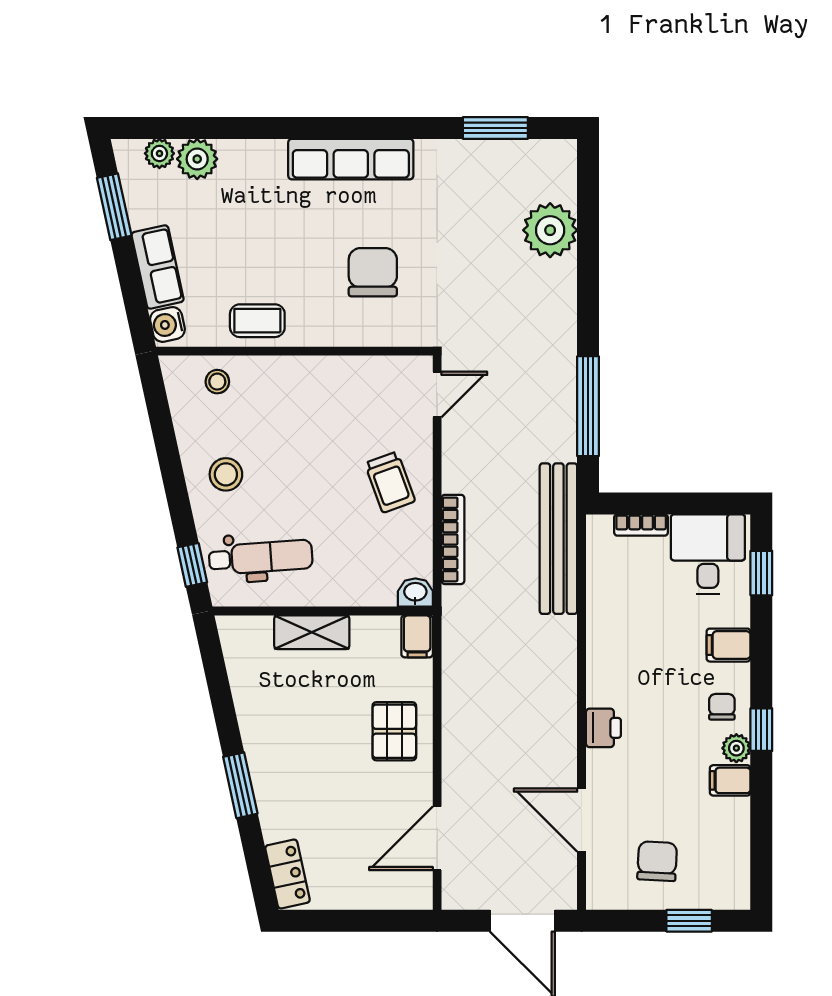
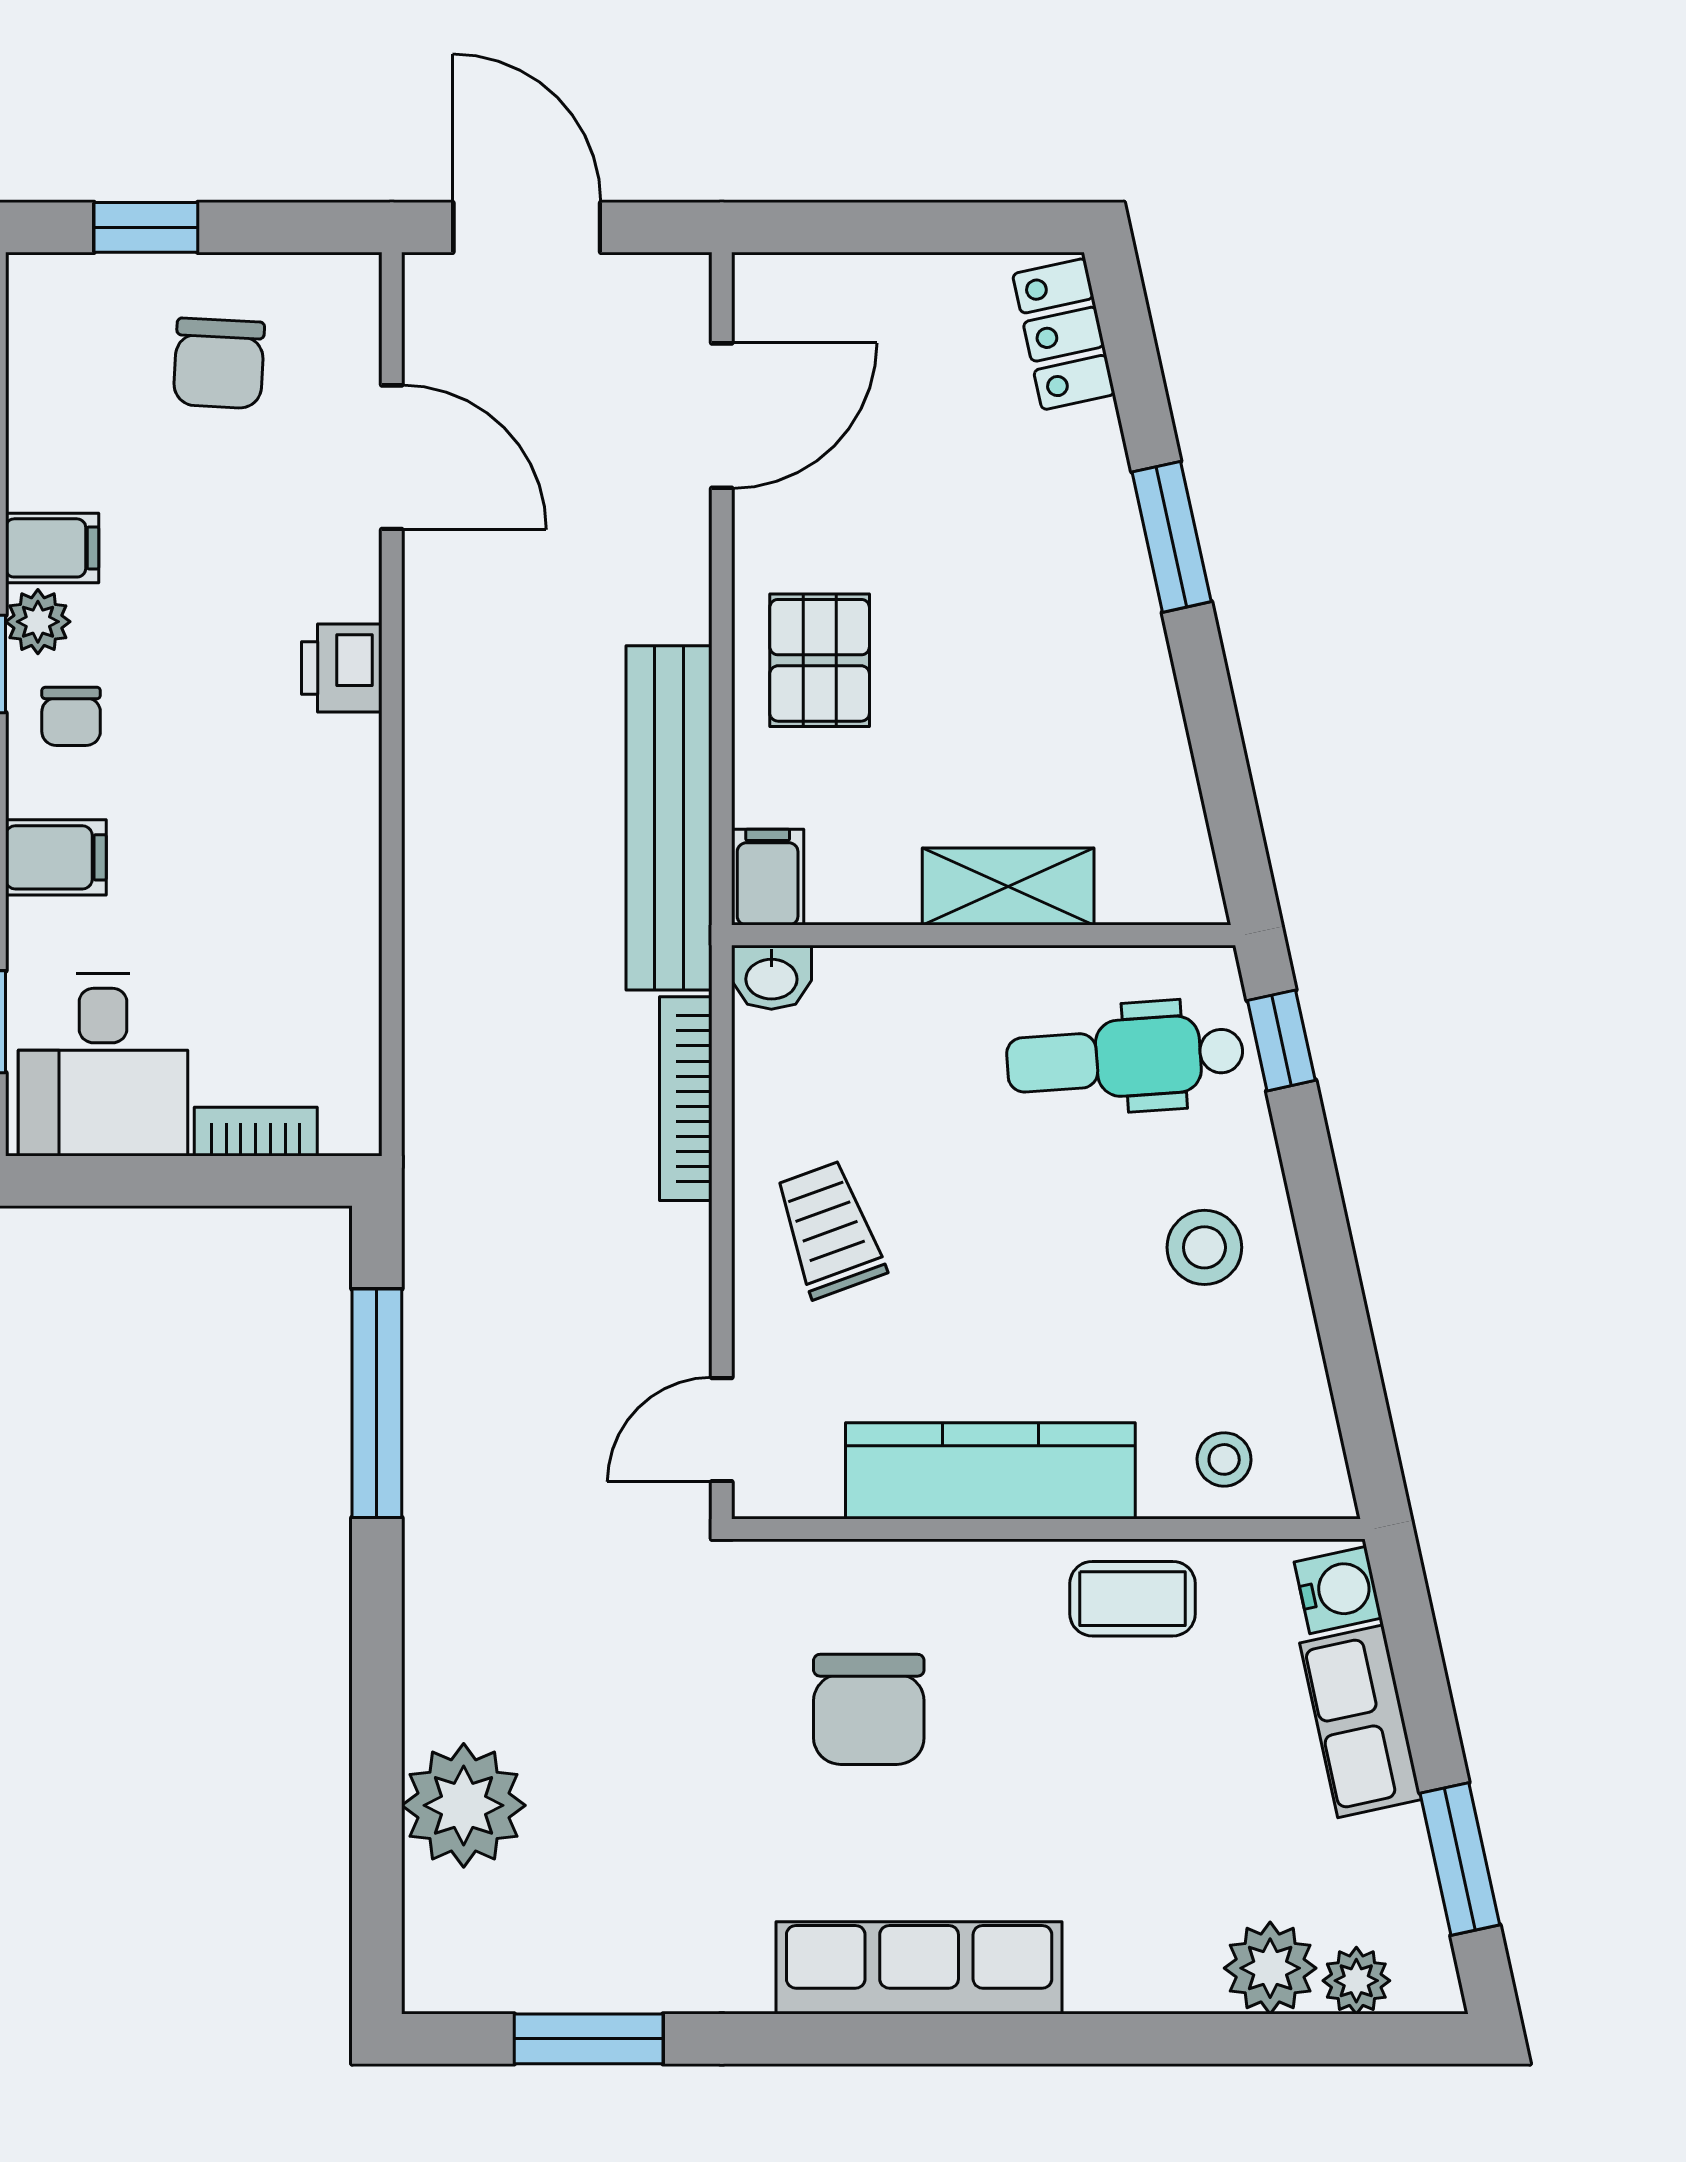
kitchen counter: (320, 377) -> (990, 1471), added
bench: (558, 539) -> (669, 818), moved

